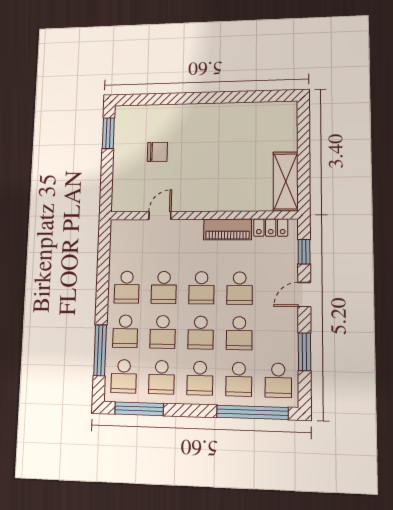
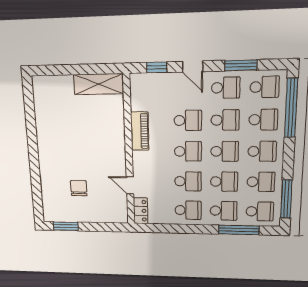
locker: (271, 228) -> (141, 211), moved
school desk: (278, 334) -> (226, 88), added

